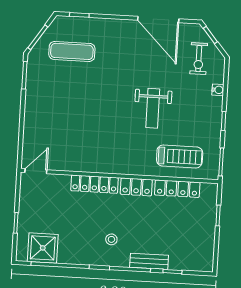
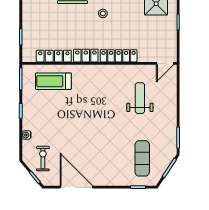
exercise mat: (72, 51) -> (142, 158), turned 90
weight bench: (153, 108) -> (140, 98), moved

